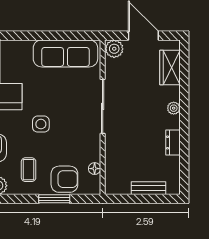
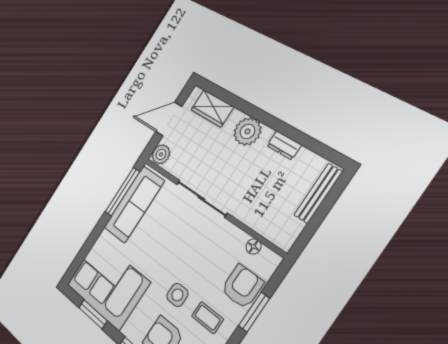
window: (68, 36) -> (122, 192), added
plant: (174, 108) -> (247, 131), width x1.88, depth x1.88
side table: (41, 124) -> (177, 295), moved
bench: (149, 188) -> (318, 193), width x1.36

